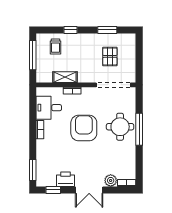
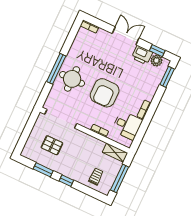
window: (71, 30) -> (66, 181), moved
pallet: (110, 56) -> (52, 145), turned 90
shelving: (65, 77) -> (115, 153), moved
plant: (111, 180) -> (156, 61), moved

